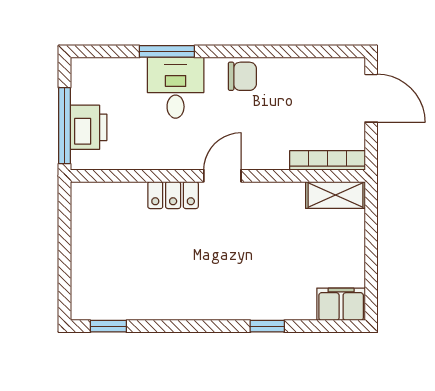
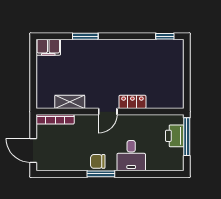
window: (167, 51) -> (101, 174), moved
shelving: (336, 195) -> (70, 102), moved
window: (267, 326) -> (85, 36), width x1.50

